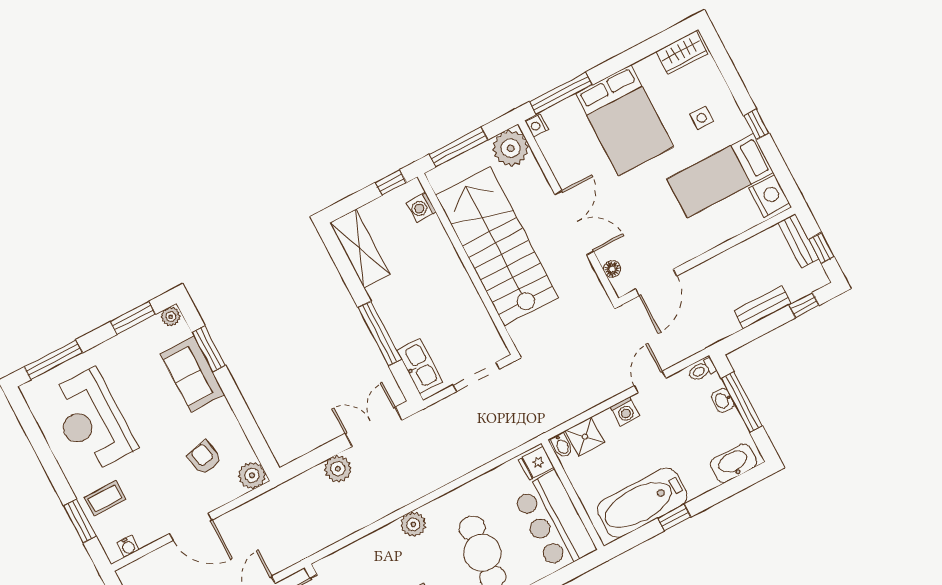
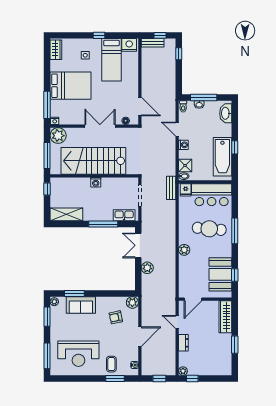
washing machine: (421, 207) -> (96, 182), moved
bench: (762, 307) -> (171, 188), moved

